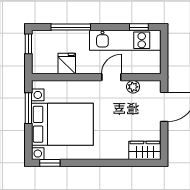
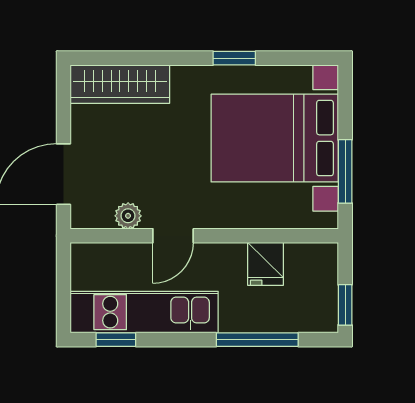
wardrobe: (145, 150) -> (120, 84), width x1.50
window: (50, 163) -> (234, 58), moved

